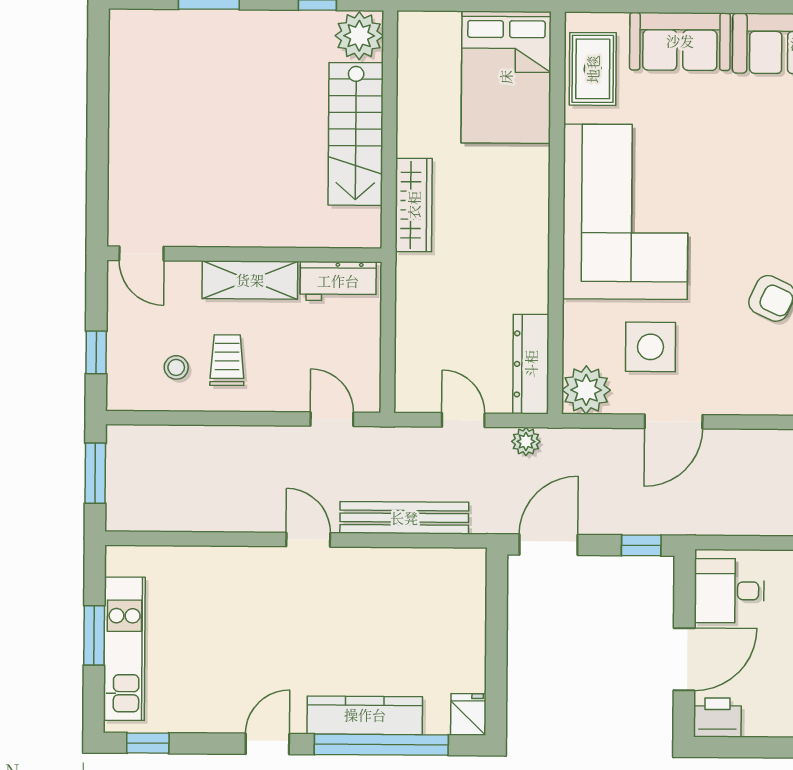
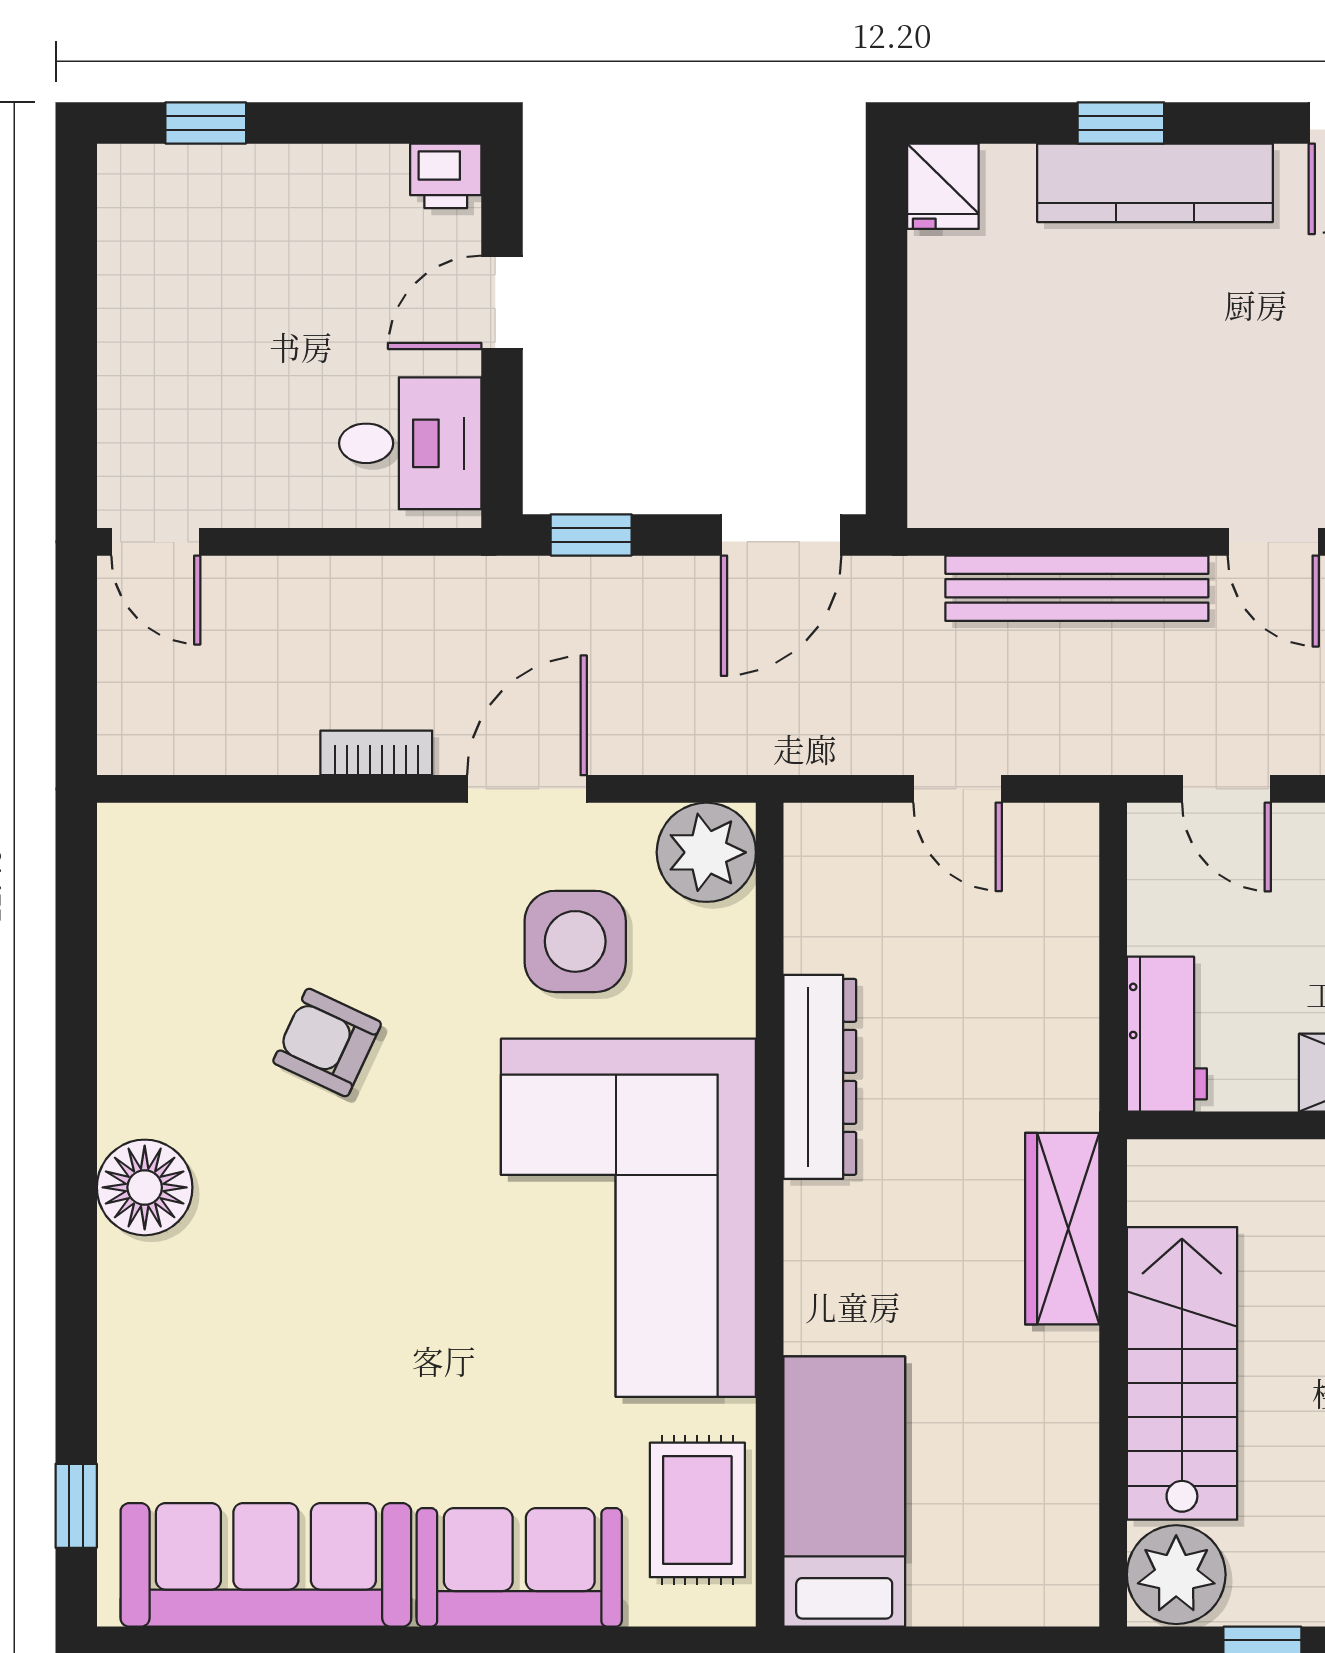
bed: (506, 77) -> (844, 1492), width x0.67
workbench: (338, 281) -> (1167, 1034), moved, turned 90
dresser: (531, 364) -> (820, 1077), moved
bookcase: (747, 440) -> (376, 753), added
plant: (526, 442) -> (829, 746), removed
door: (684, 659) -> (502, 302), width x0.73
printer: (717, 717) -> (446, 176), width x0.73, depth x0.81
window: (381, 745) -> (1121, 123), width x0.32

